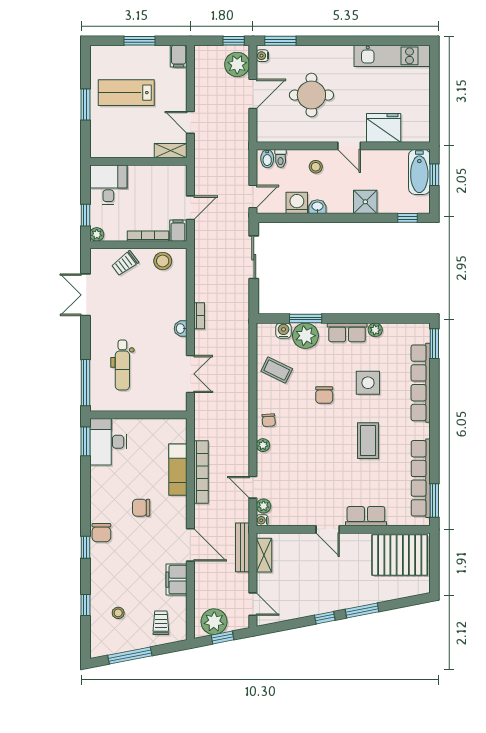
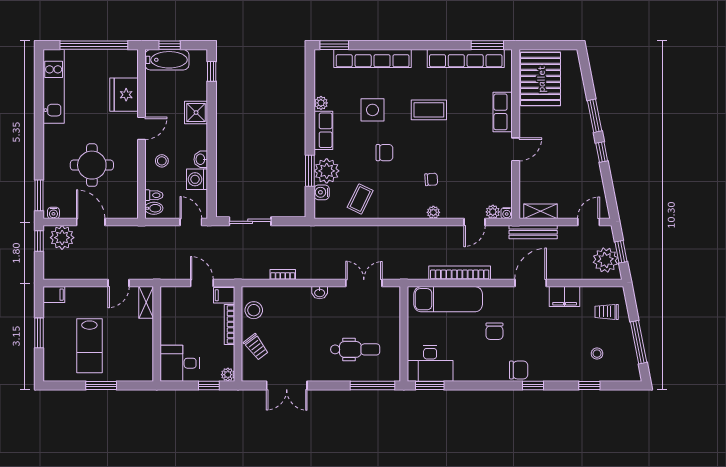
window: (434, 97) -> (94, 45), added
bookcase: (199, 316) -> (283, 275), moved
chair: (269, 420) -> (431, 179), moved
exam couch: (178, 470) -> (448, 299), width x1.36, depth x1.45

